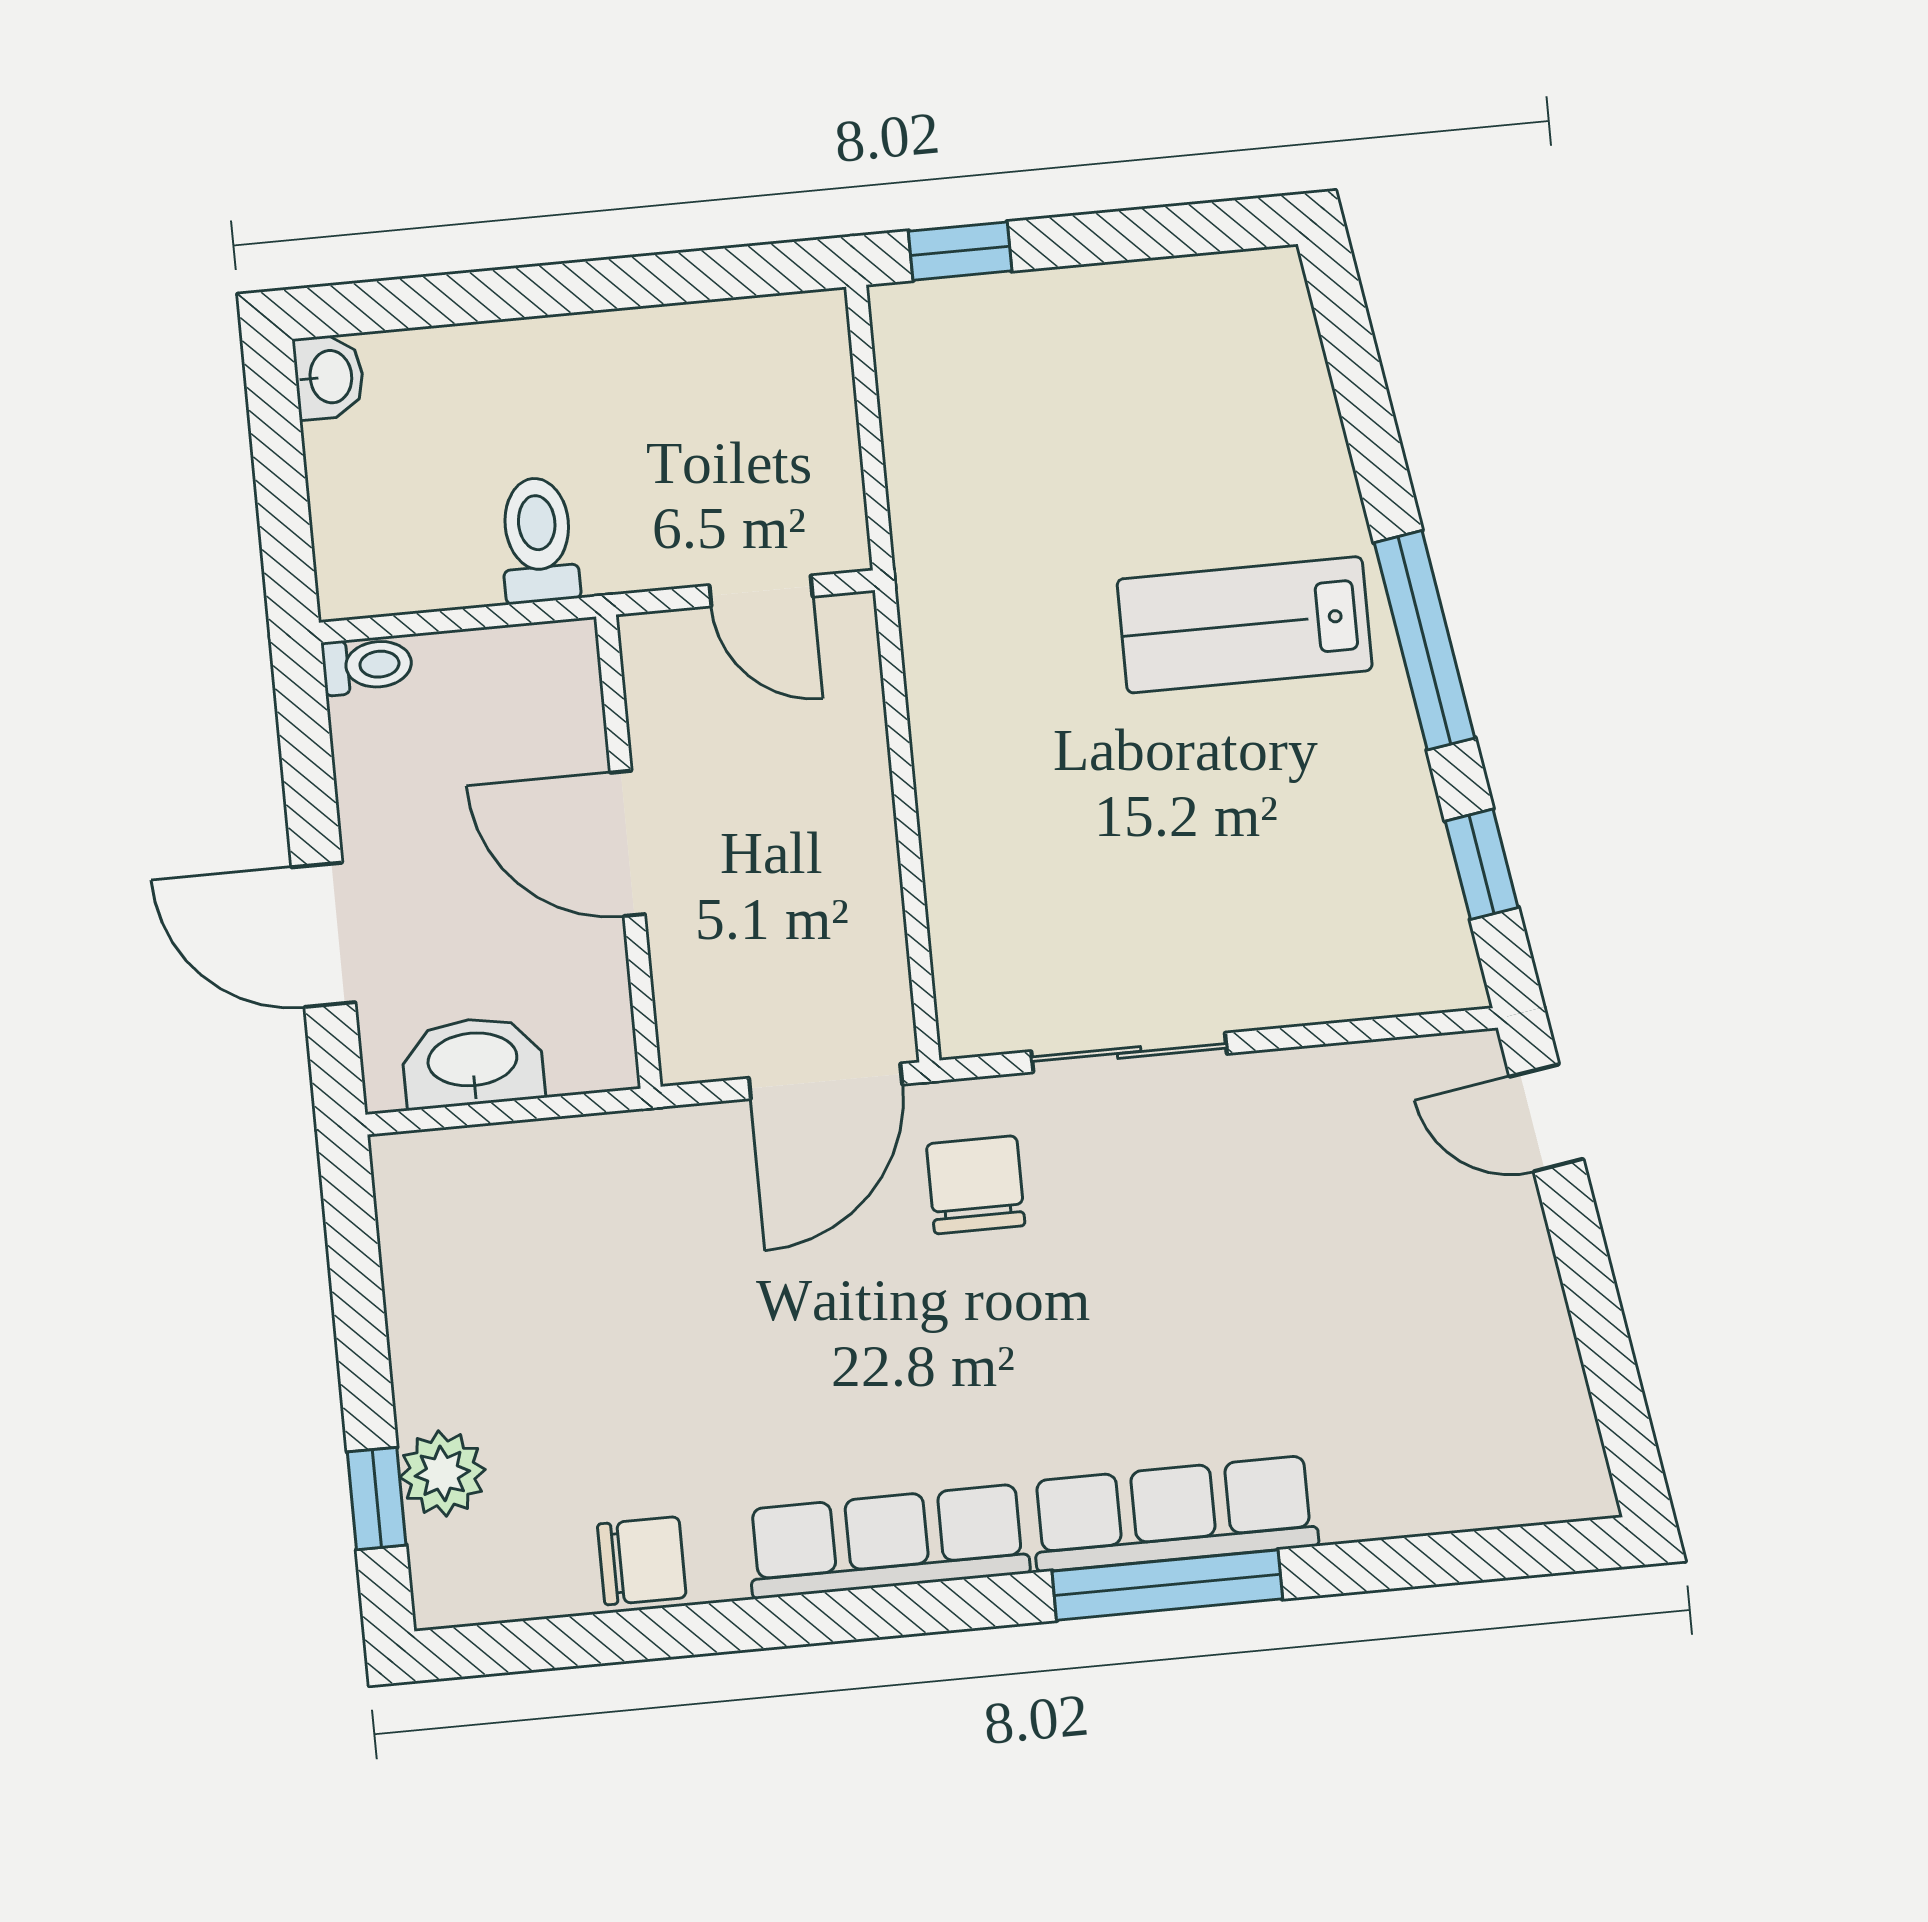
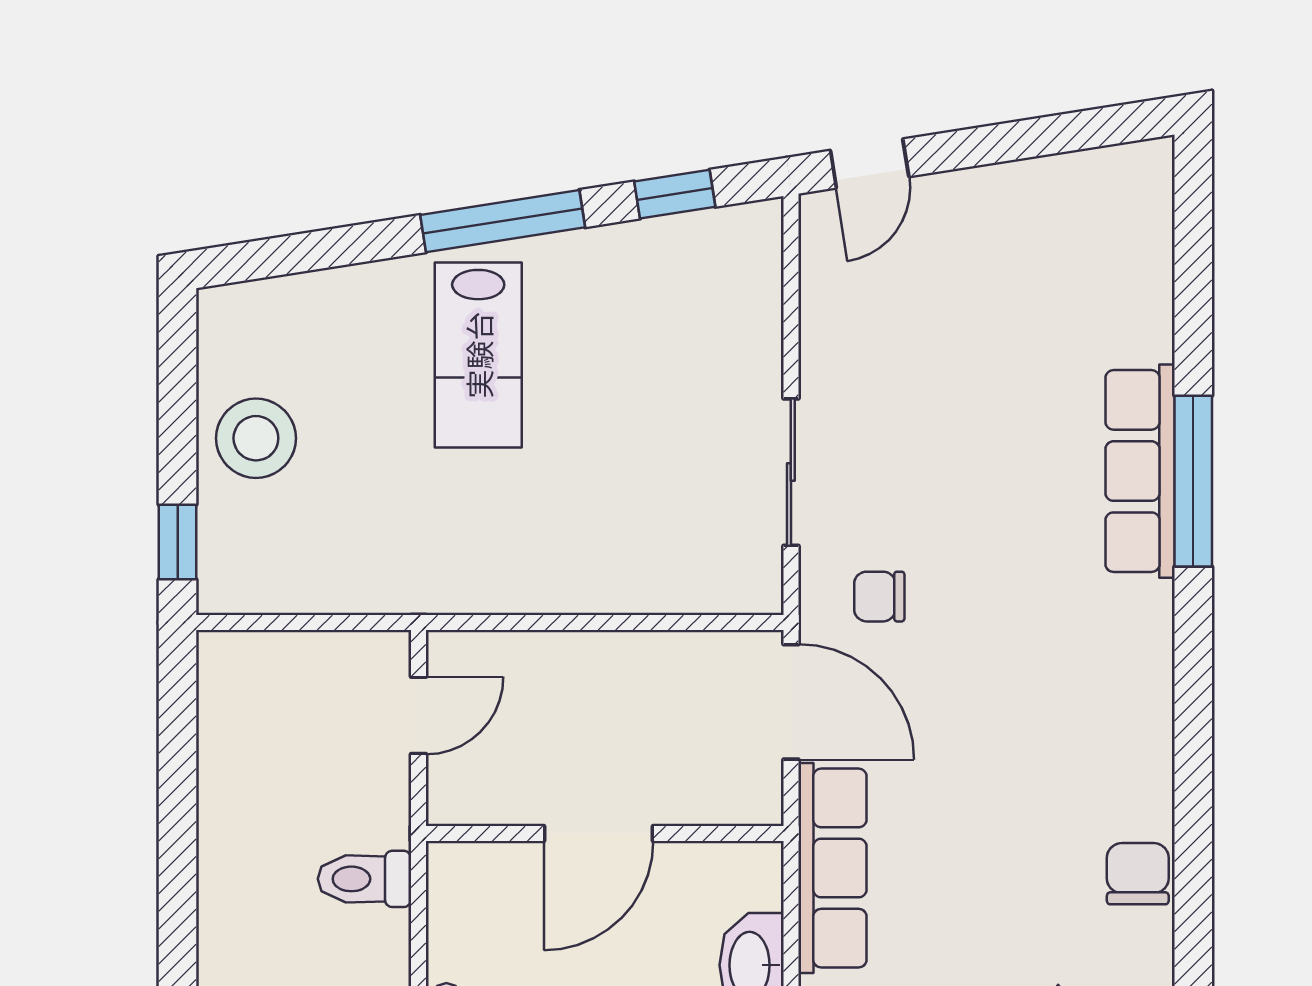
stool: (1107, 342) -> (256, 438), added
chair: (976, 1185) -> (879, 597), width x0.73, depth x0.73
row of seats: (888, 1541) -> (832, 868), moved, turned 180

